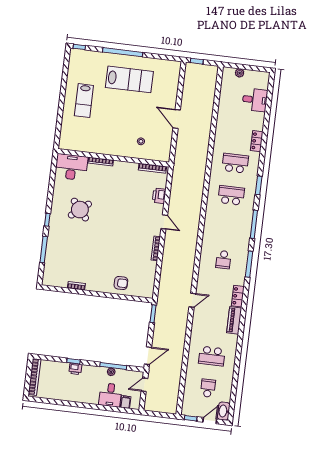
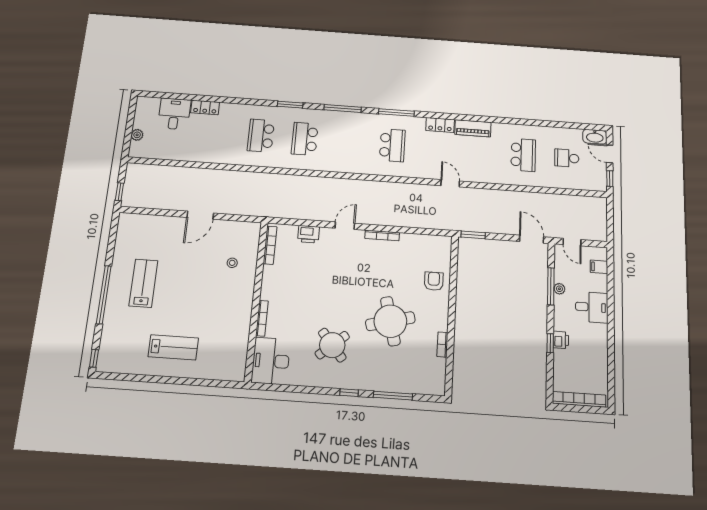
lab bench: (129, 79) -> (143, 283), width x0.73, depth x0.72
locker: (257, 141) -> (205, 107), moved
round table: (94, 251) -> (390, 321), added
school desk: (223, 260) -> (392, 145), width x1.85
desk: (110, 395) -> (592, 307), moved

